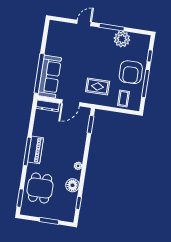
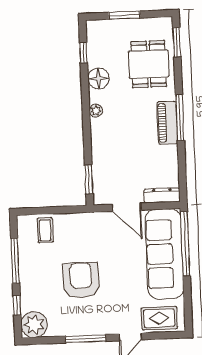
plant: (122, 39) -> (34, 325), moved
armchair: (131, 72) -> (81, 280), moved
sofa: (50, 77) -> (164, 254), width x1.36, depth x1.27
rug: (98, 86) -> (159, 318), moved
door: (71, 103) -> (127, 207), swing flipped

